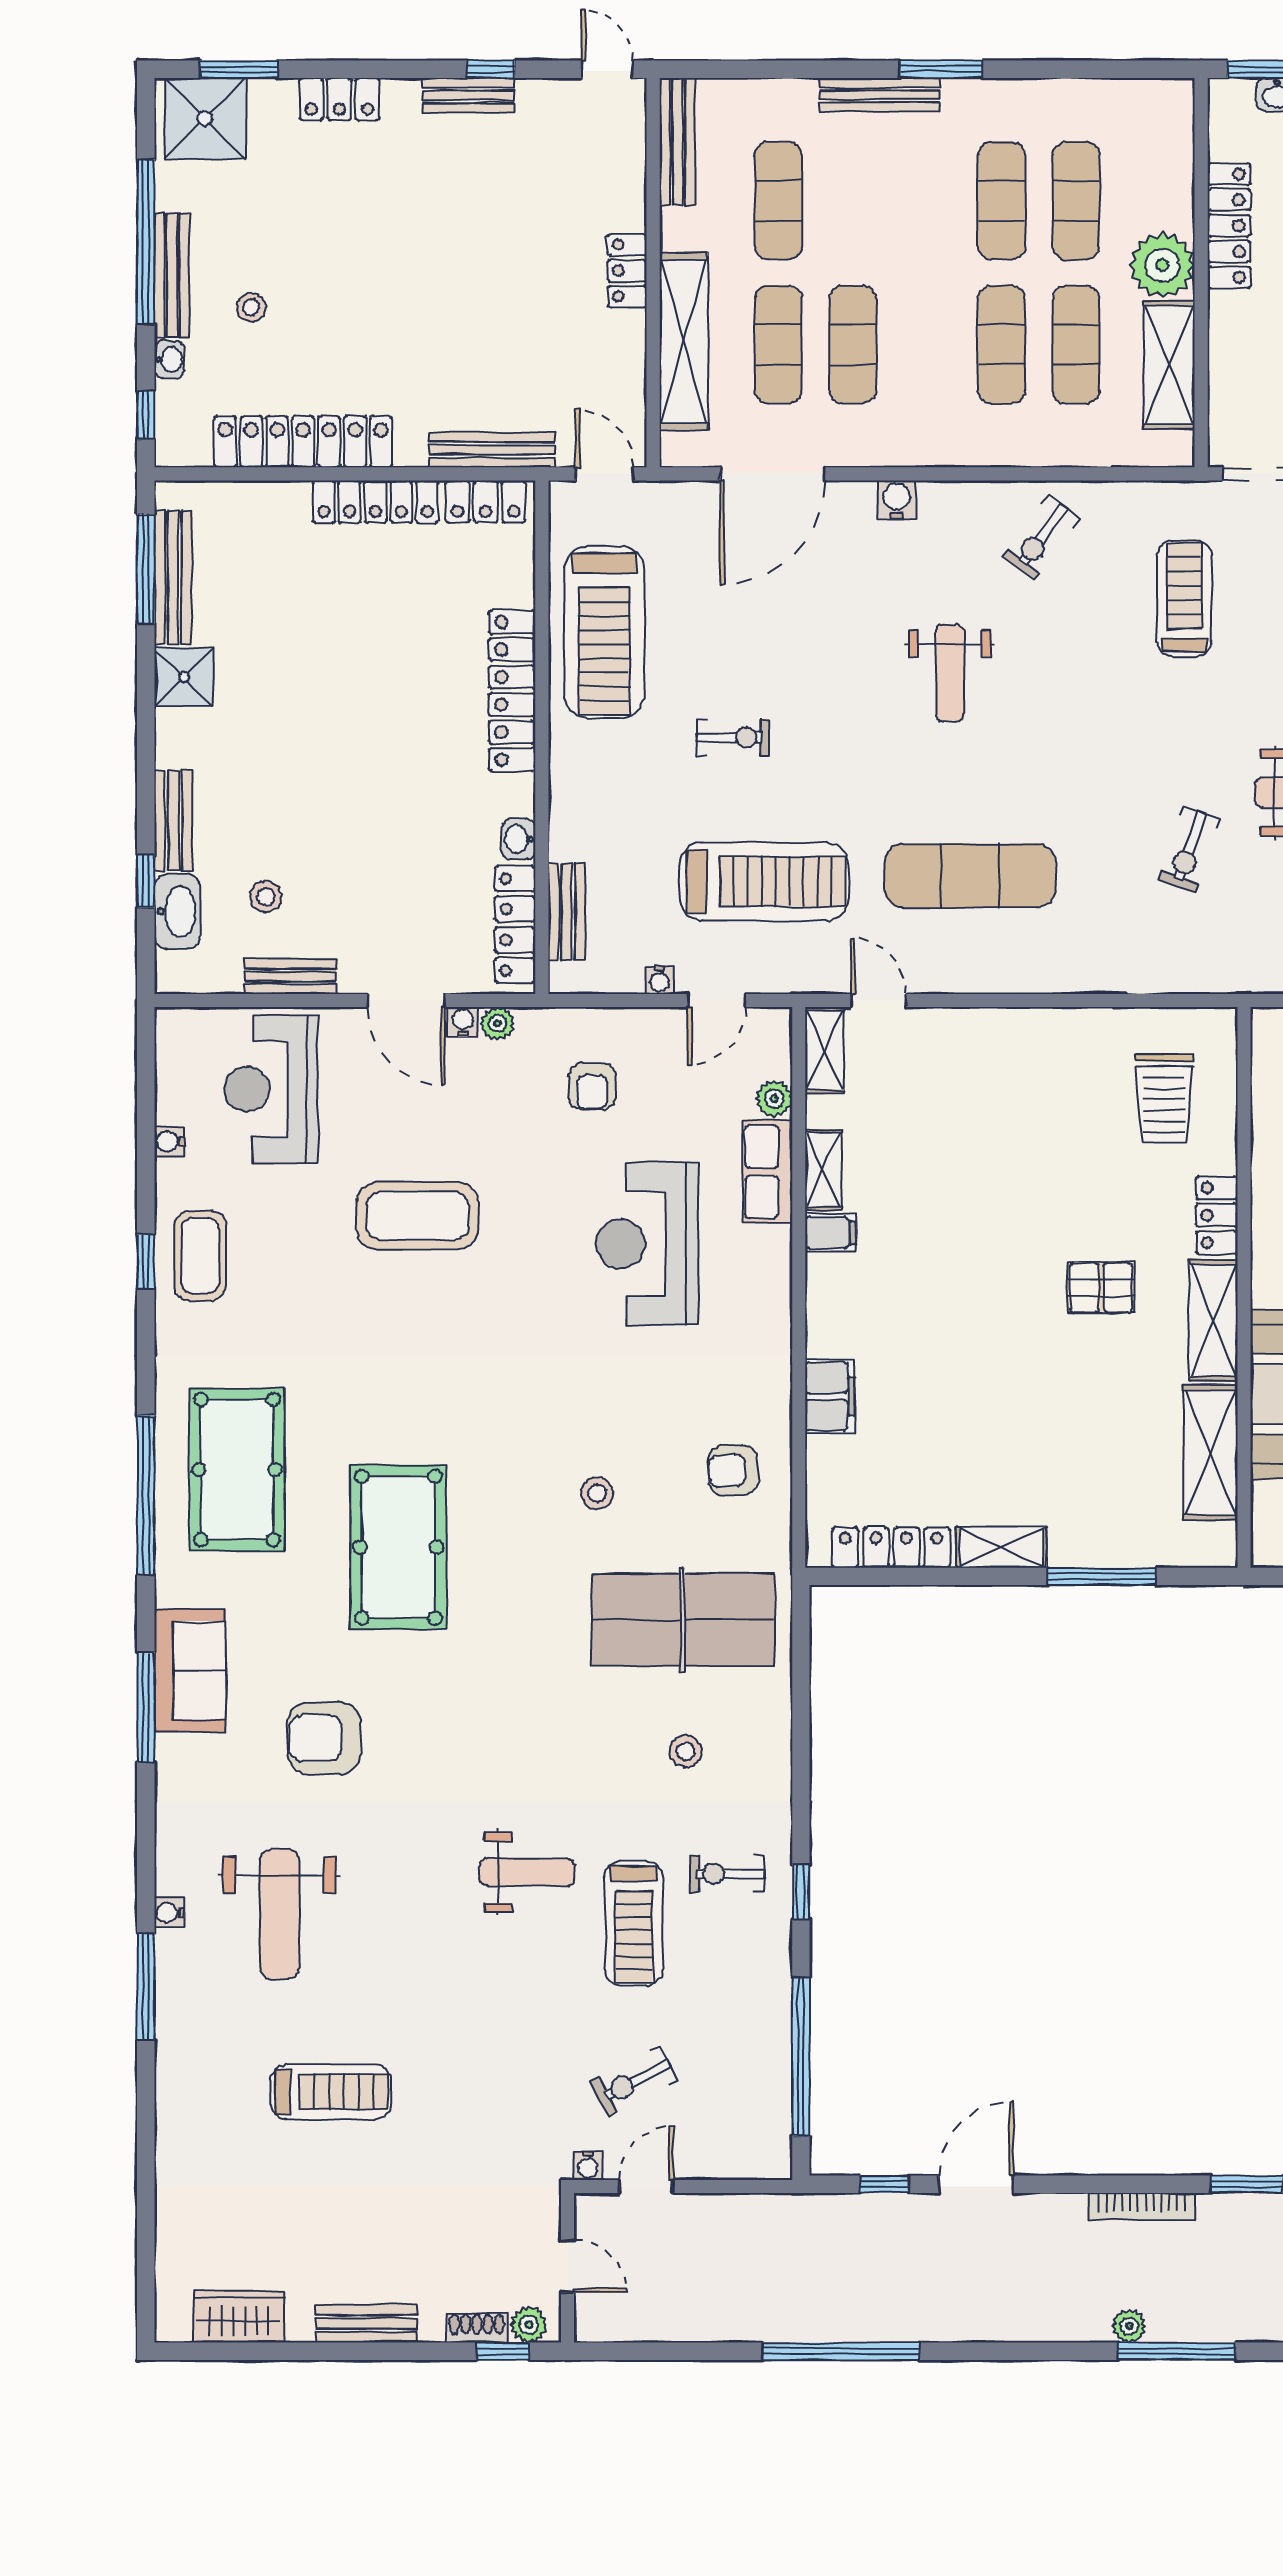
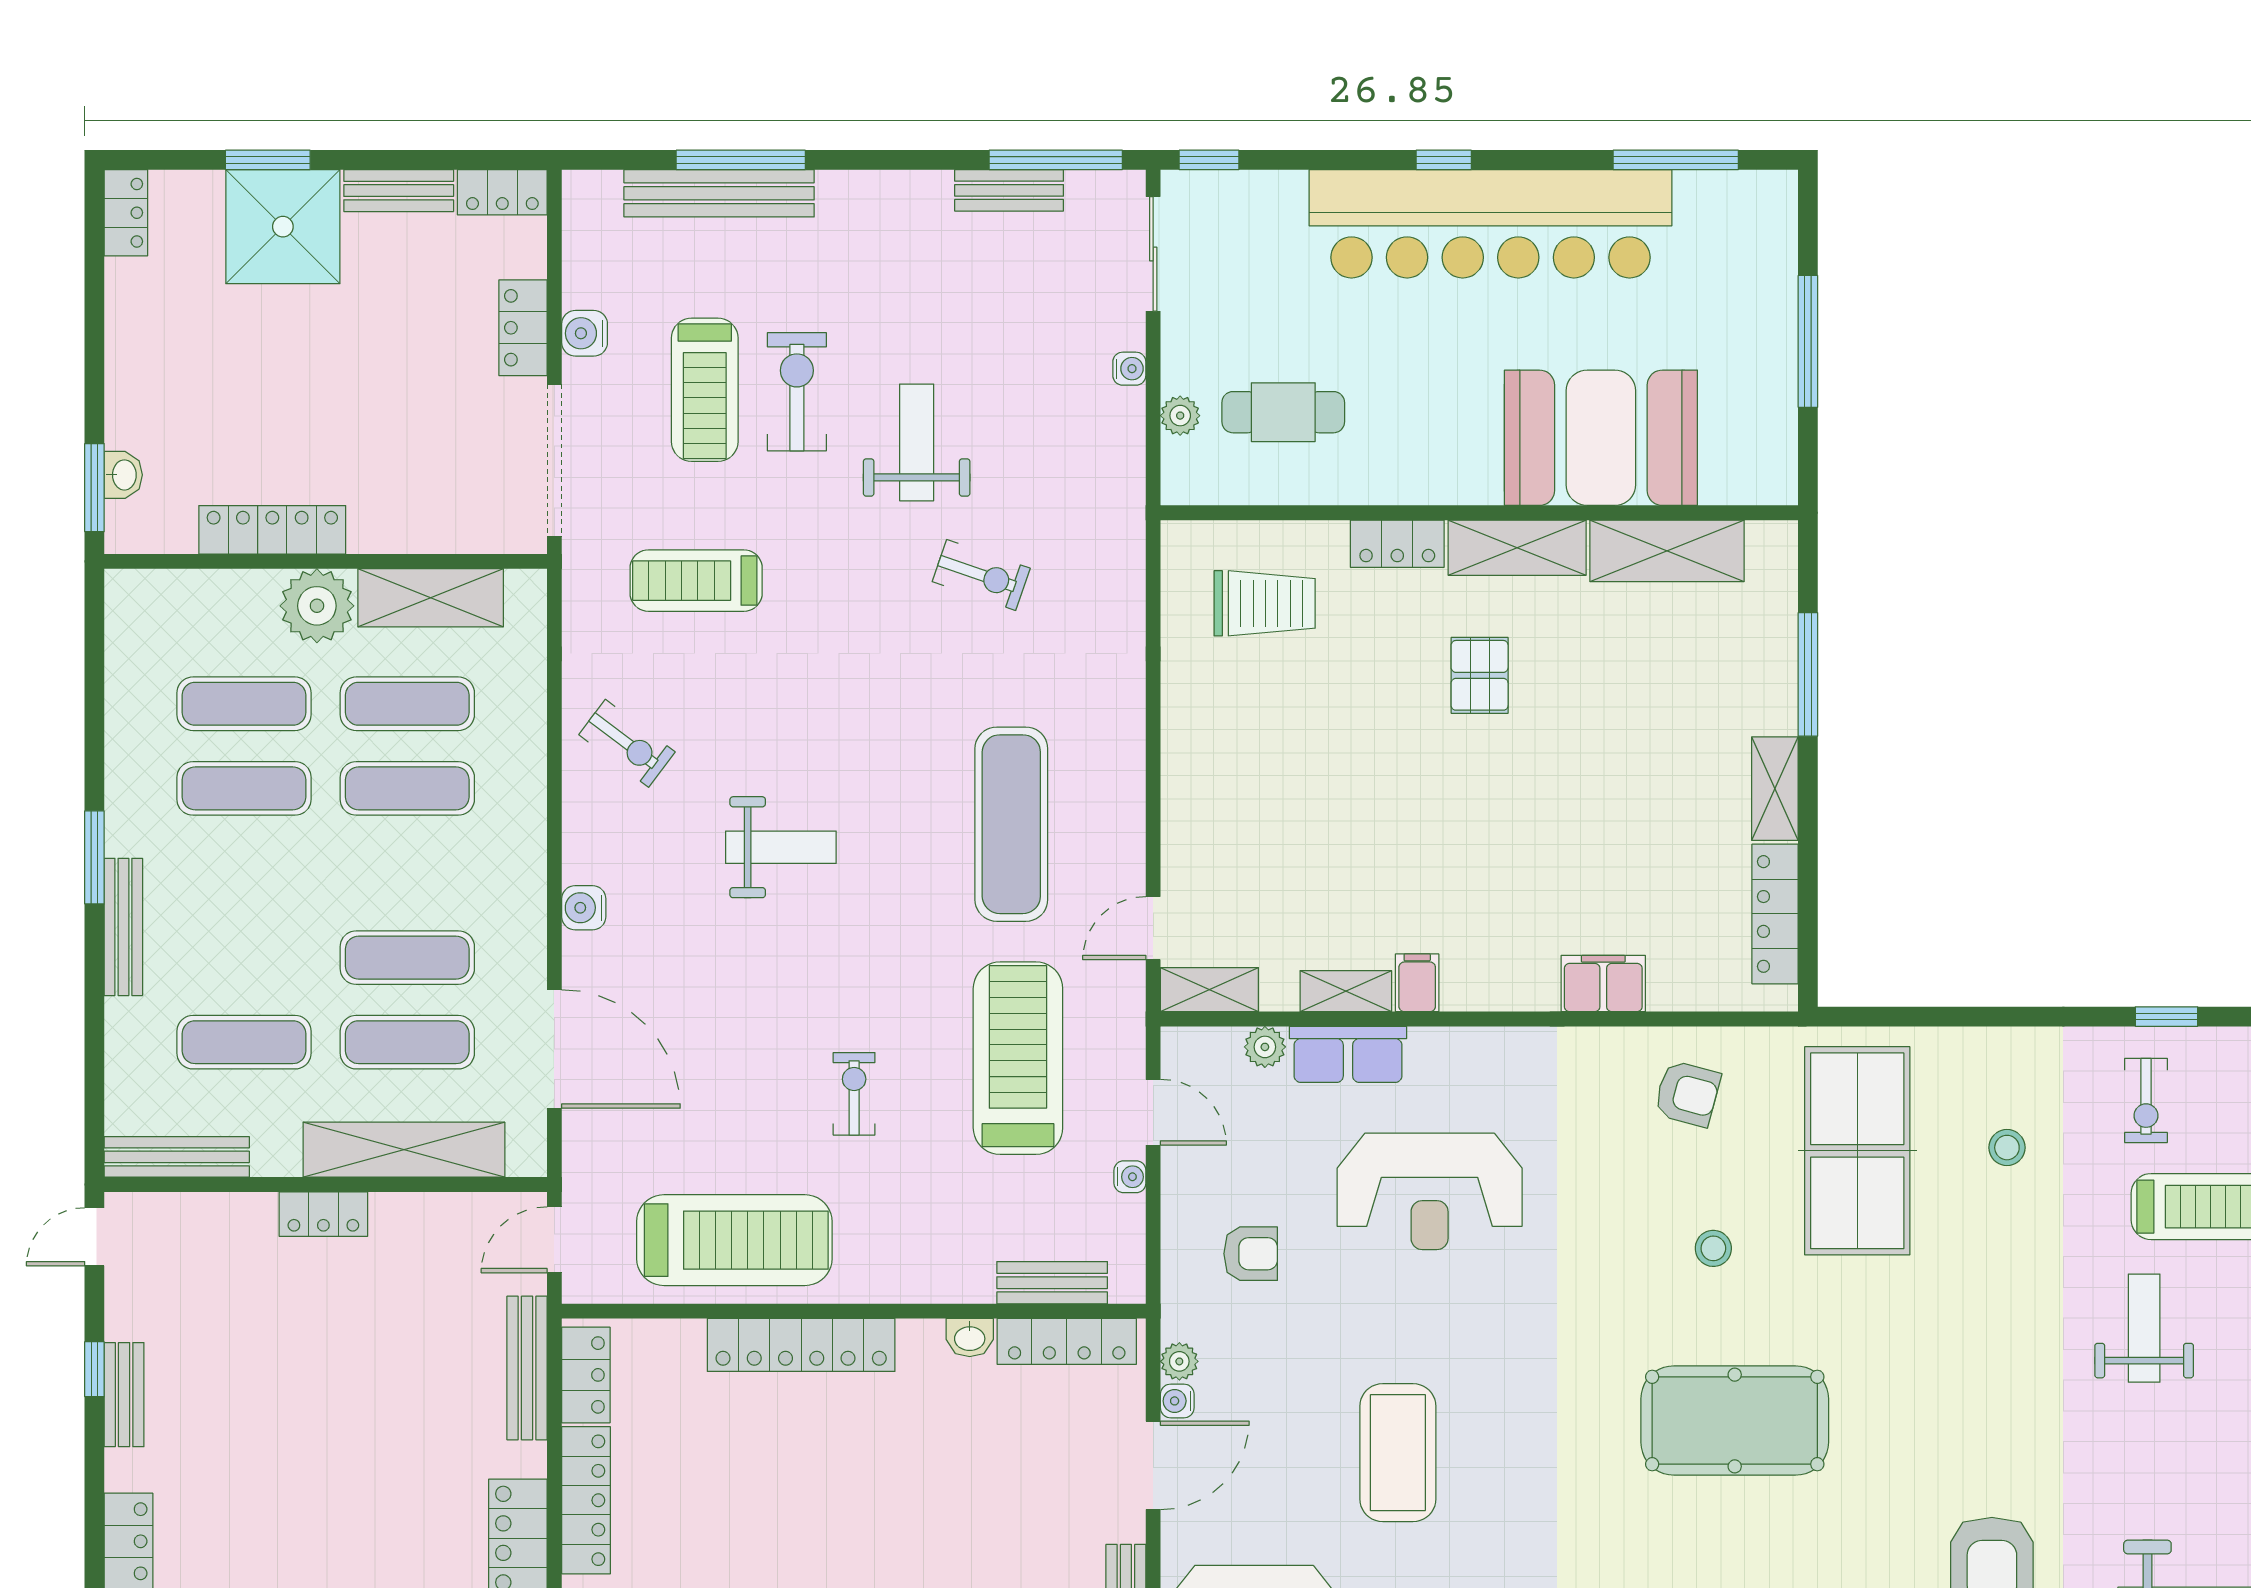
armchair: (733, 1470) -> (1687, 1094), turned -71
pool table: (398, 1547) -> (1735, 1421), moved

